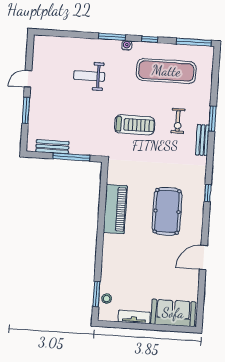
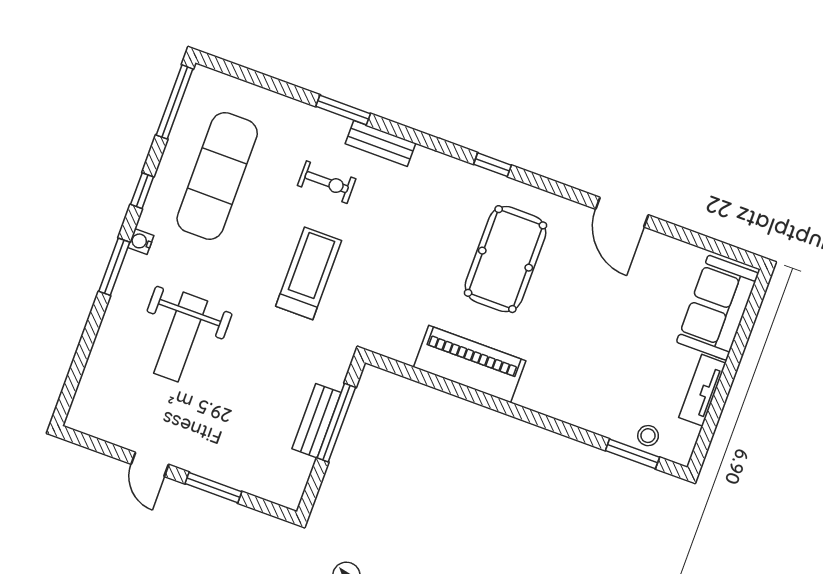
weight bench: (89, 76) -> (181, 337), width x1.36, depth x1.33
bench: (52, 147) -> (317, 421), moved
pool table: (167, 211) -> (506, 259), turned 90

